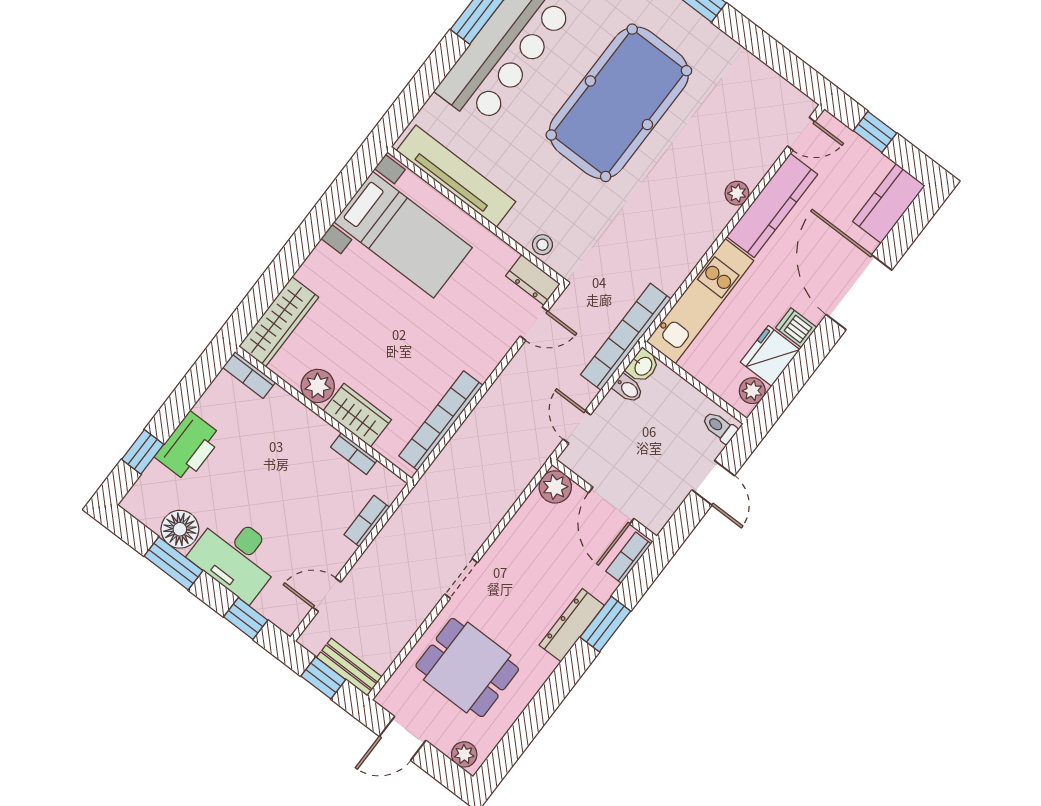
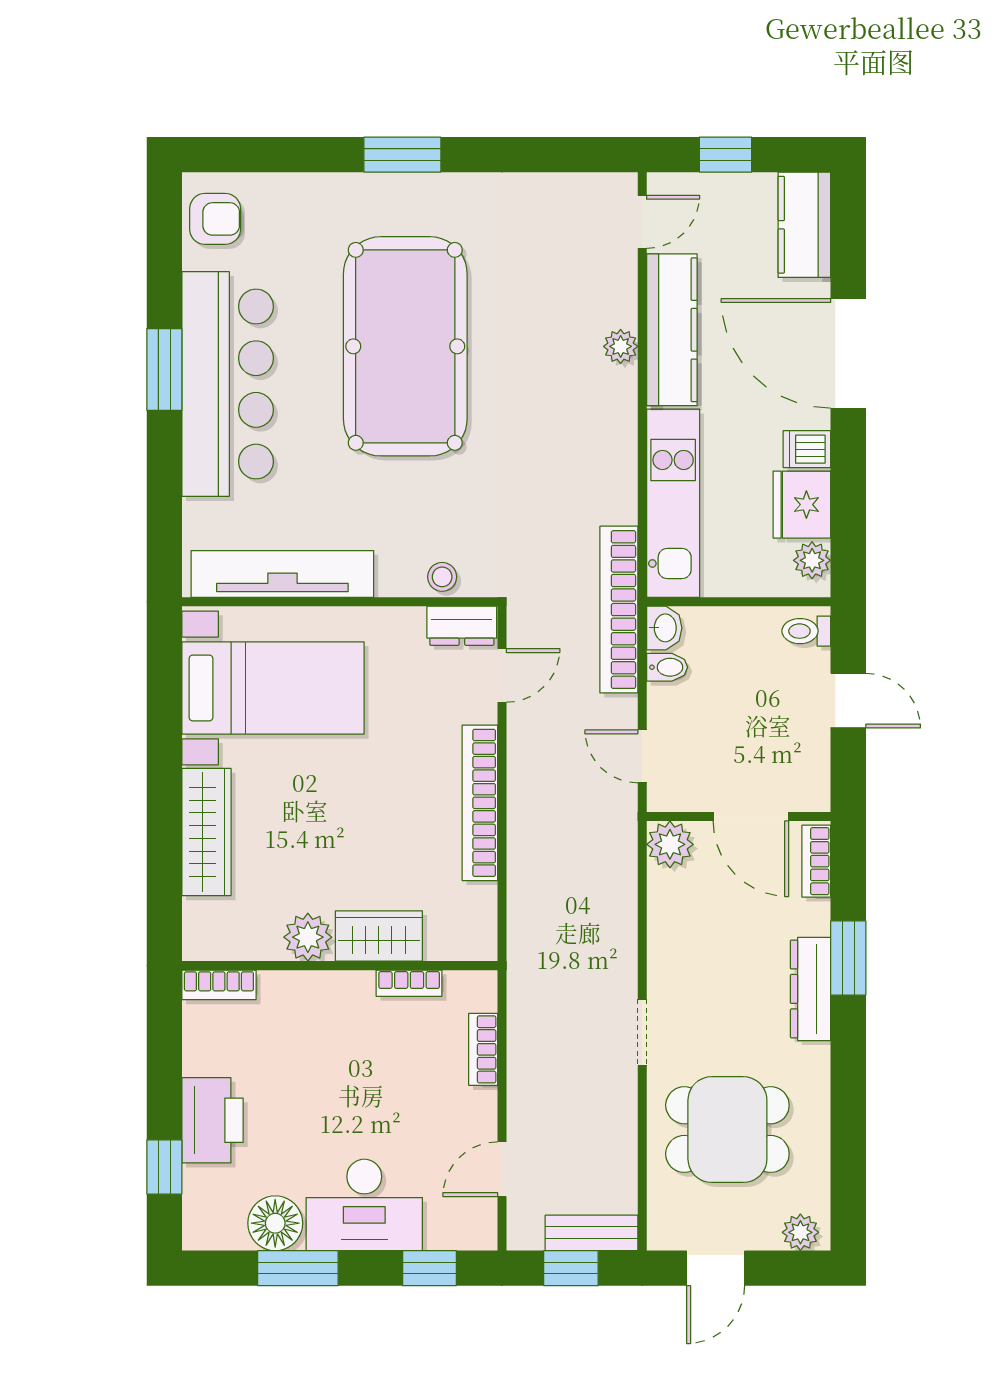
wardrobe: (279, 322) -> (206, 832), moved
bookcase: (441, 421) -> (480, 803), moved

